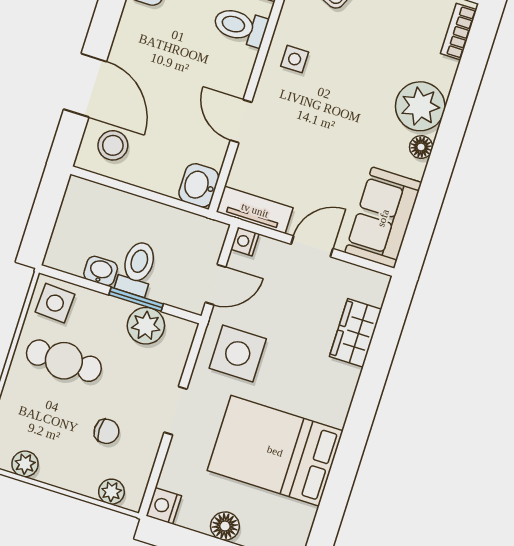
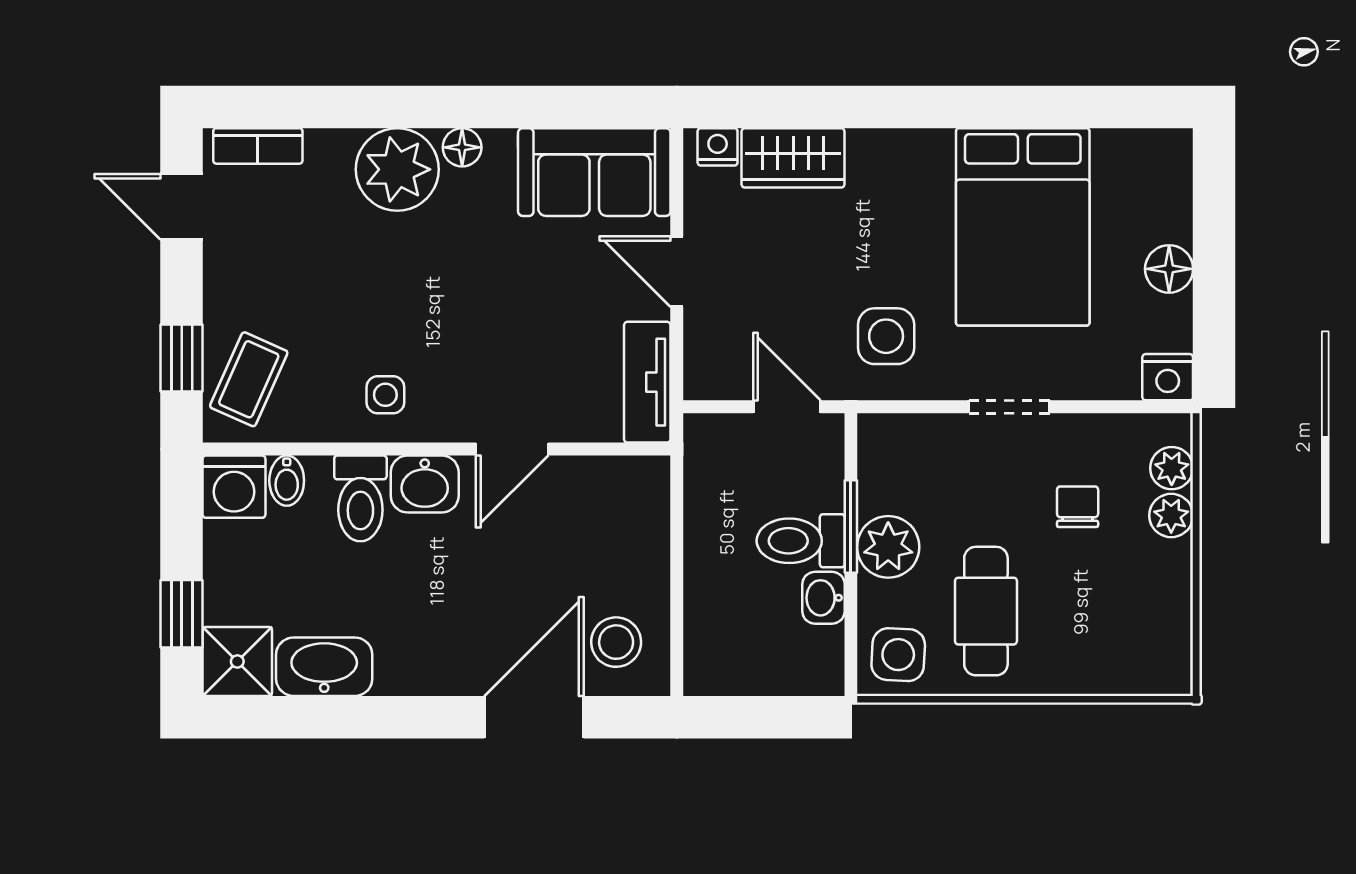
washbasin: (199, 185) -> (425, 484), moved
nightstand: (245, 241) -> (718, 147), moved, turned 180
plant: (146, 326) -> (888, 547), moved
side table: (238, 353) -> (886, 336), width x0.73, depth x0.73
plant: (25, 464) -> (1171, 516), moved

